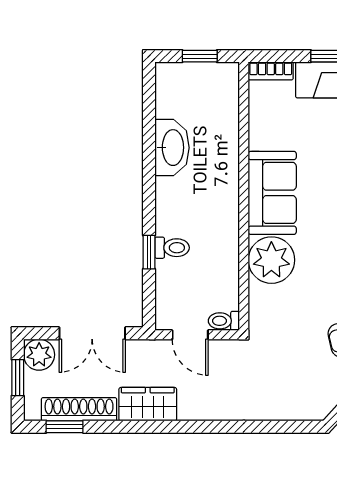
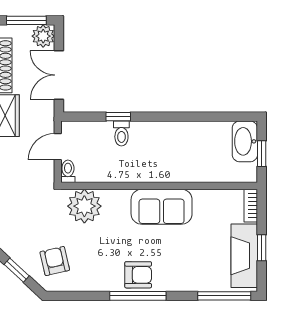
washbasin: (172, 148) -> (245, 141), moved, turned 90
plant: (271, 260) -> (84, 206), moved
window: (18, 378) -> (26, 20), width x1.50

